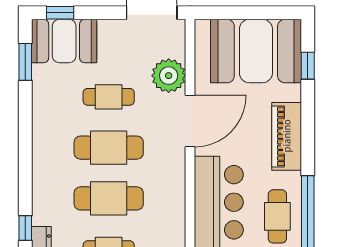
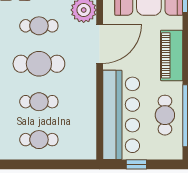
cafe table: (109, 198) -> (39, 102), width x0.73, depth x0.74

